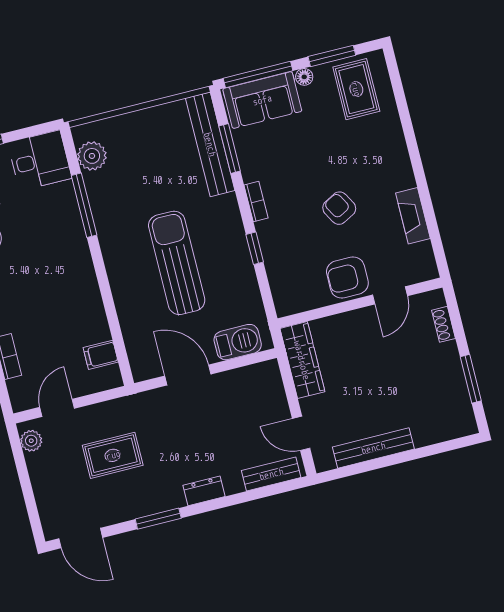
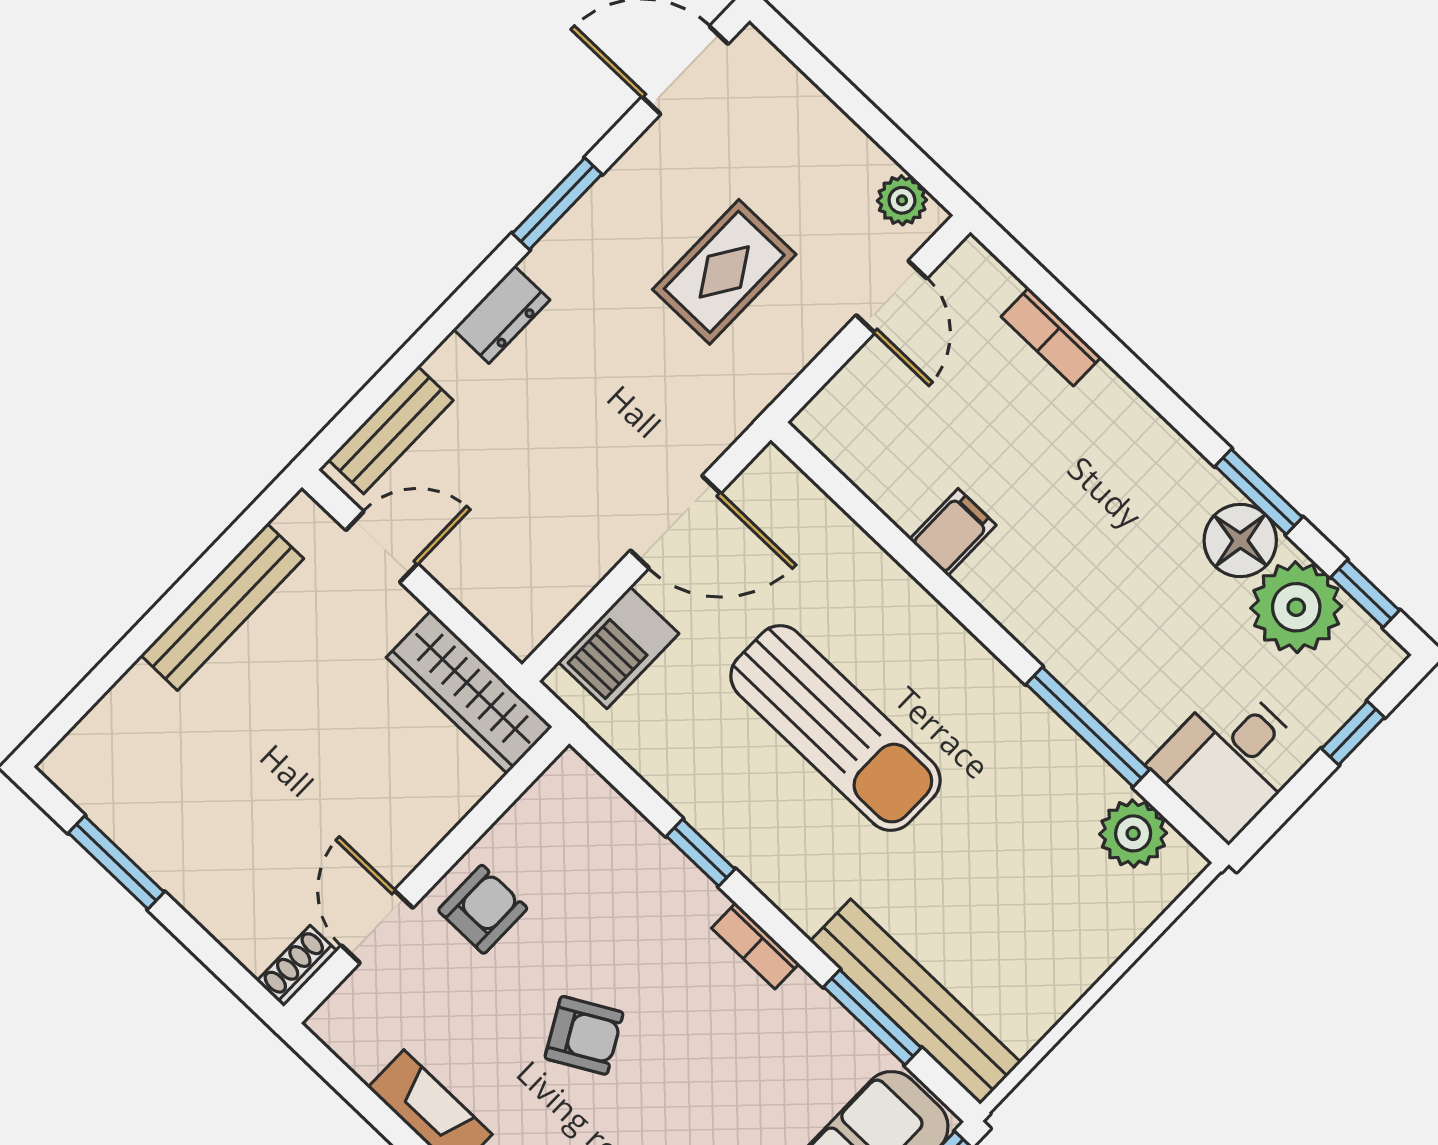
armchair: (347, 277) -> (483, 909), width x0.72, depth x0.72
shoe rack: (444, 324) -> (297, 966), moved, turned -90
filing cabinet: (101, 355) -> (953, 532), moved

